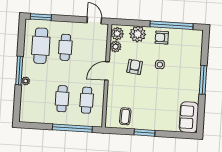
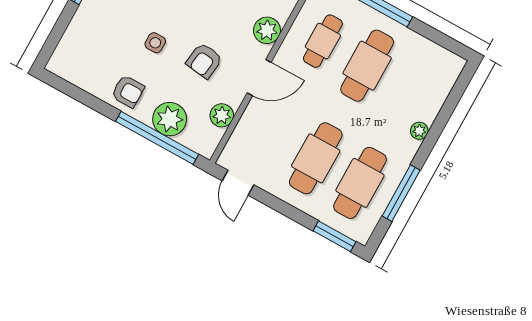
window: (171, 25) -> (157, 138), moved
plant: (117, 34) -> (267, 30), moved
cafe table: (65, 47) -> (316, 158), width x1.37, depth x1.35
window: (19, 70) -> (401, 193), moved
cafe table: (62, 99) -> (367, 66), width x1.37, depth x1.35

